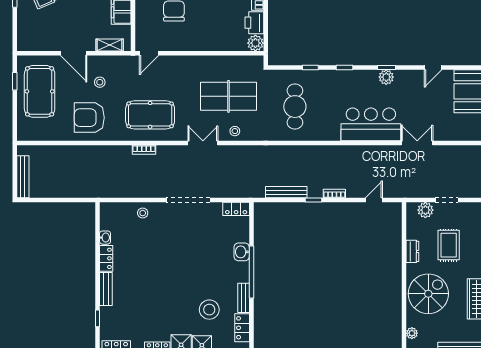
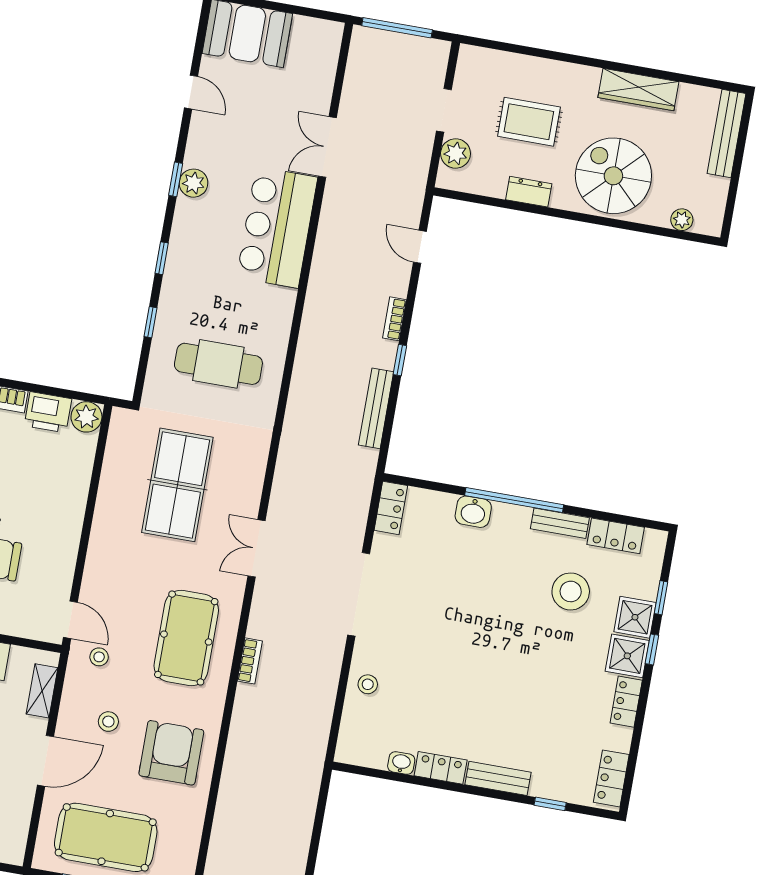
armchair: (89, 118) -> (171, 753), turned 180
stool: (235, 131) -> (99, 657), moved

